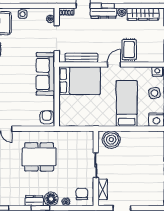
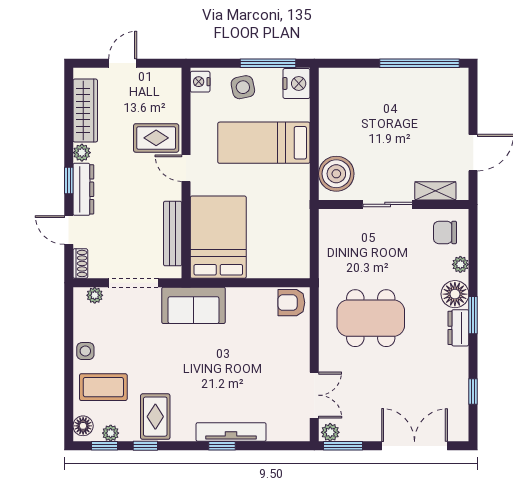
sofa: (45, 74) -> (194, 305), width x0.73
dining table: (39, 157) -> (371, 318), turned 90

